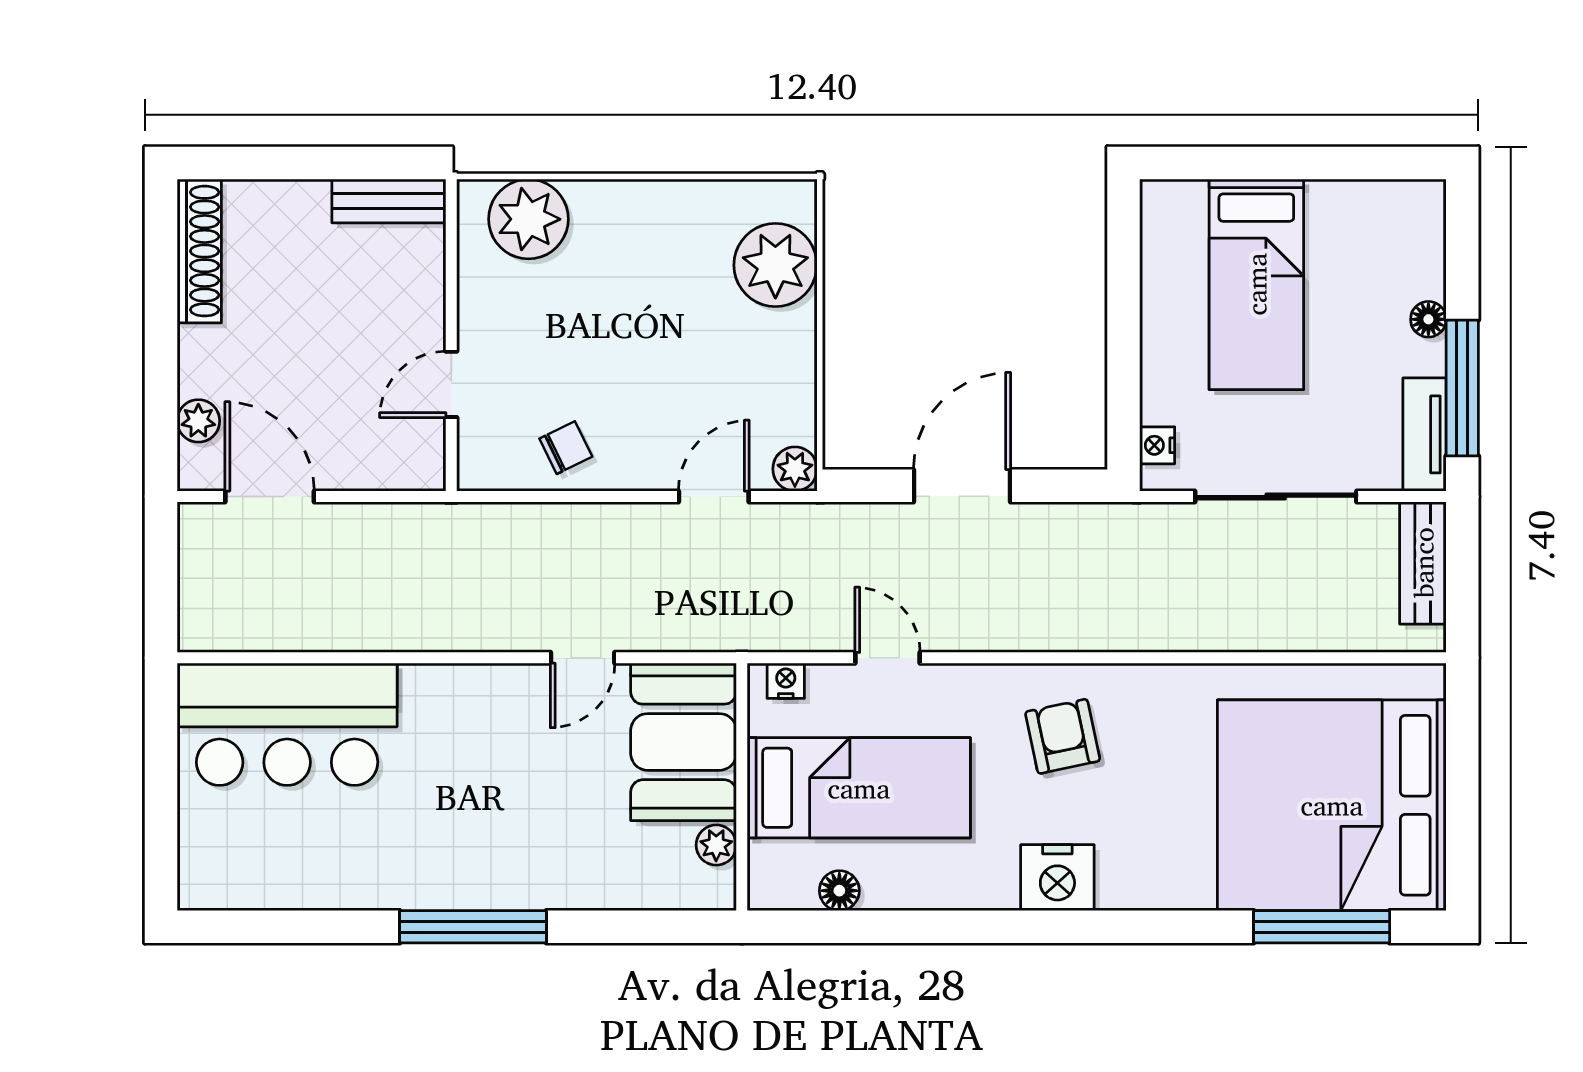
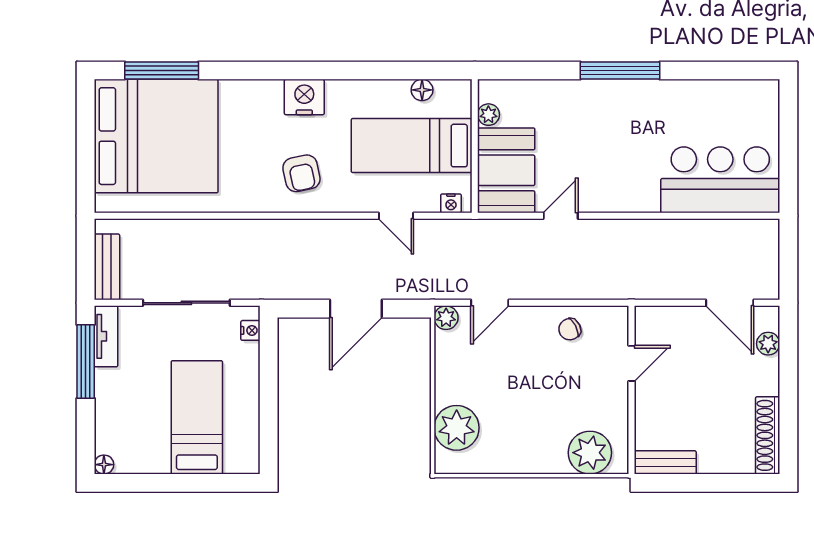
floor lamp: (1428, 319) -> (104, 465), moved

